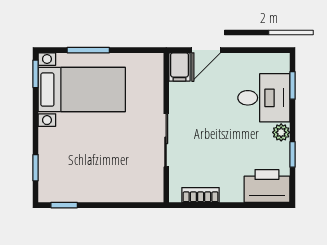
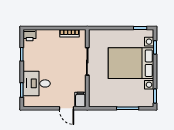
door: (206, 50) -> (67, 108), swing flipped
bed with nightstands: (82, 90) -> (131, 63), moved, width x1.36
plant: (281, 132) -> (28, 66), removed
printer: (267, 186) -> (30, 35), width x0.53, depth x0.68

